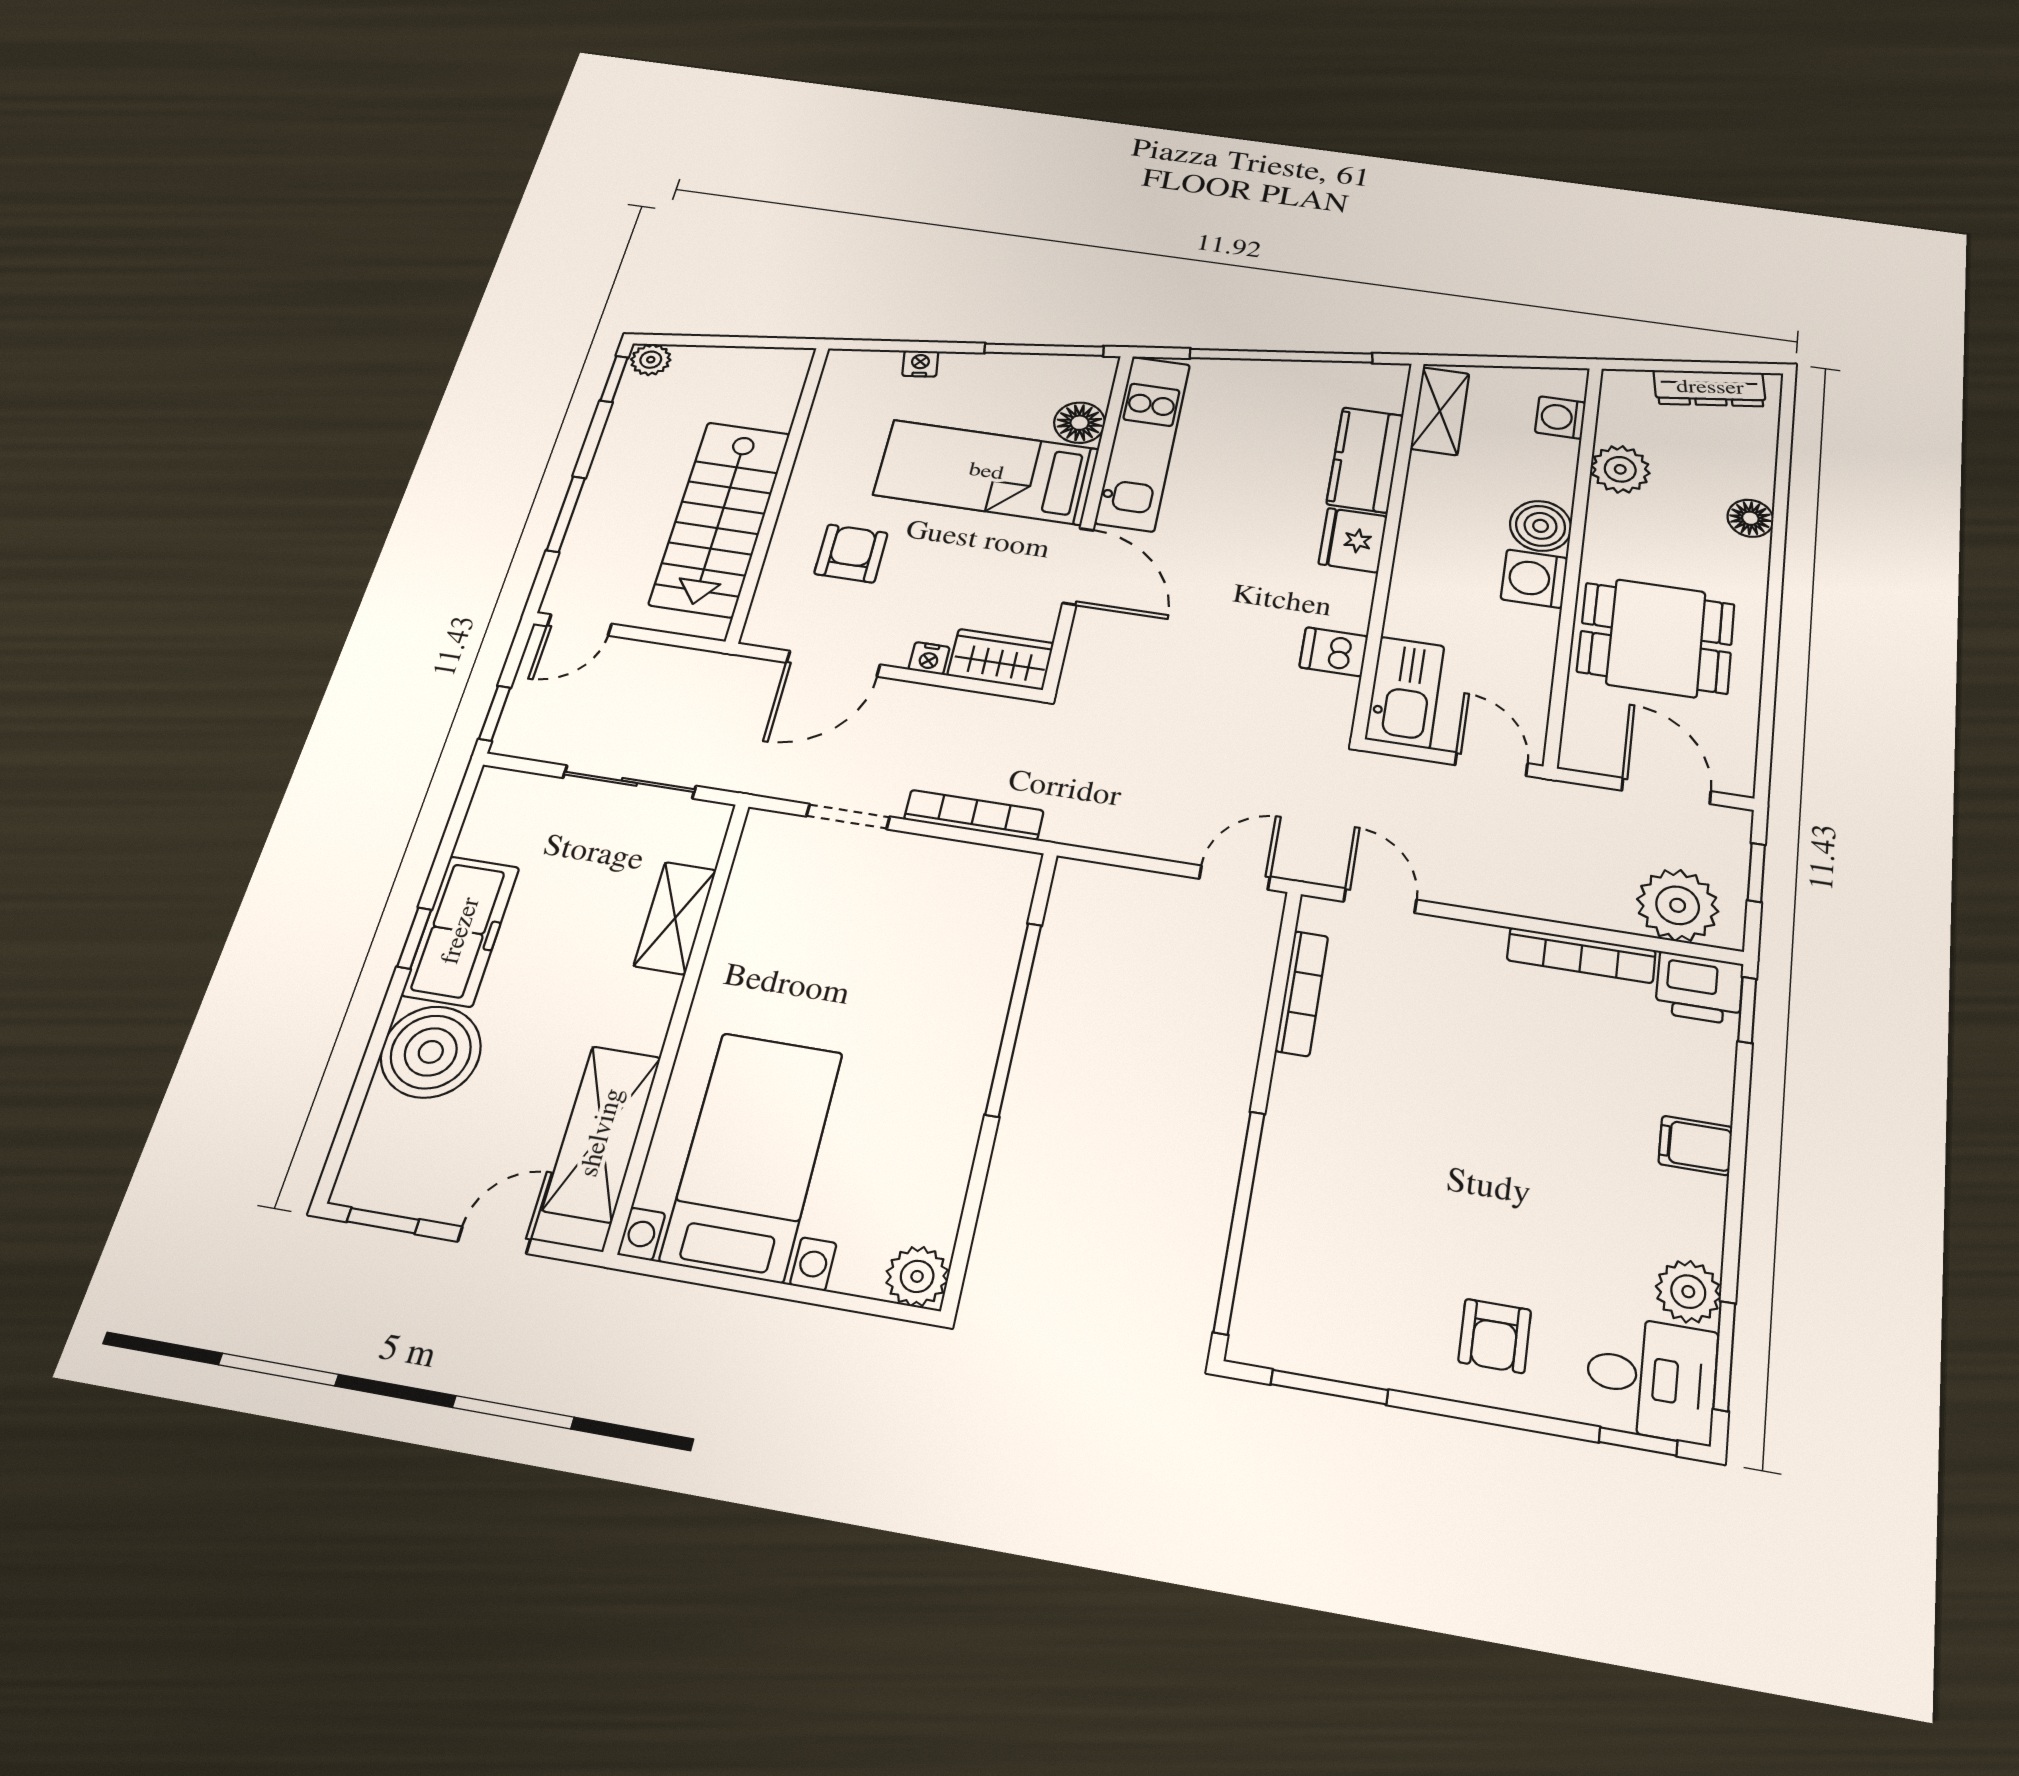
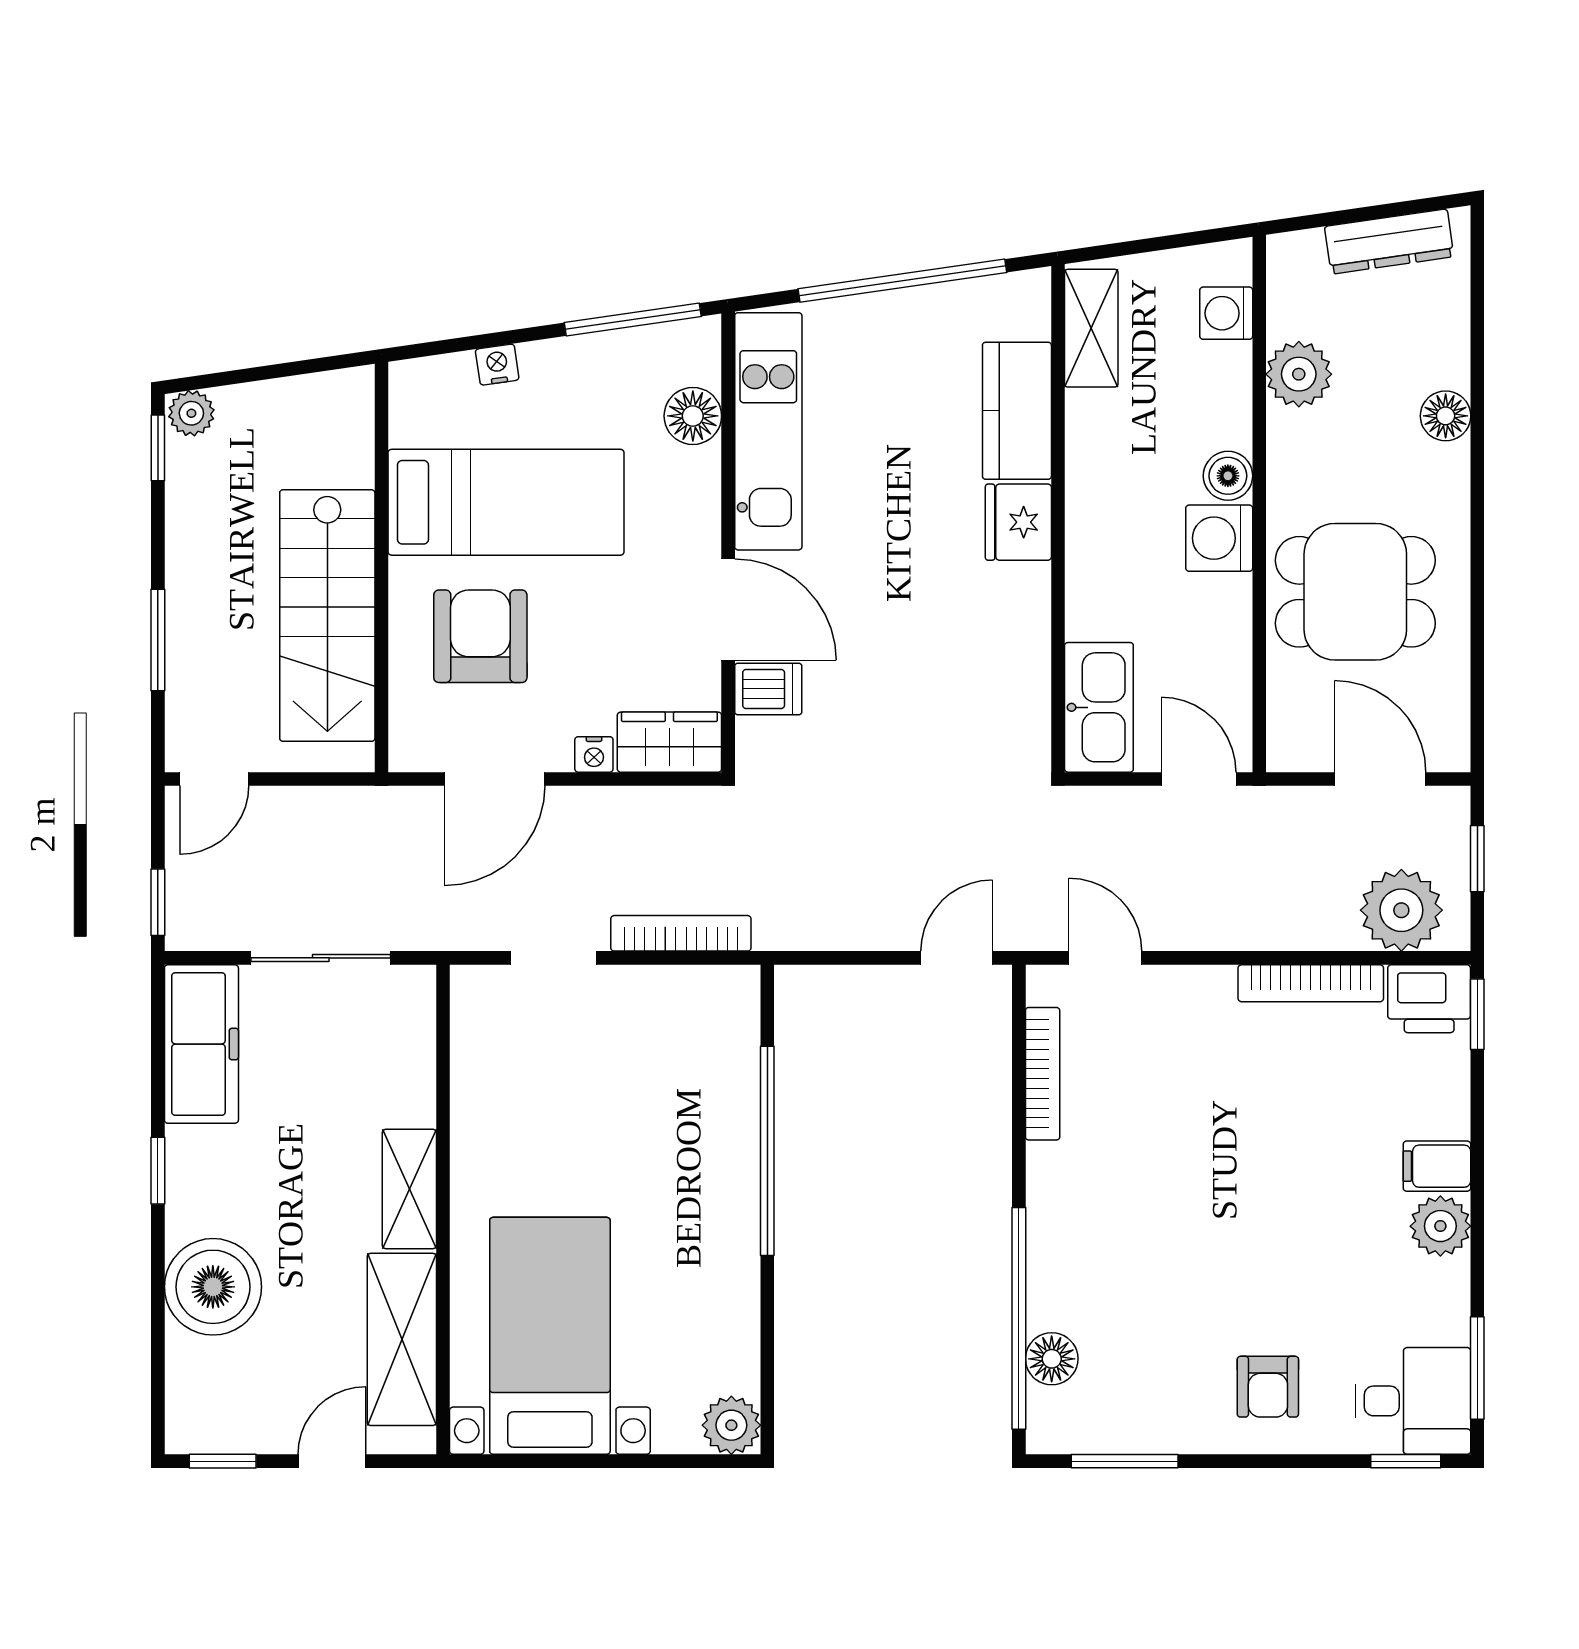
bed: (986, 472) -> (506, 502), moved, turned 180
boiler: (1541, 526) -> (1228, 476), width x0.73, depth x0.73
armchair: (851, 553) -> (480, 636), width x1.38, depth x1.38
dishwasher: (1334, 652) -> (768, 689), moved, turned 180
shelving: (675, 918) -> (409, 1189), moved
freezer: (461, 931) -> (201, 1044), moved
floor lamp: (1267, 1267) -> (1052, 1359), added
plant: (1688, 1292) -> (1440, 1226), moved

